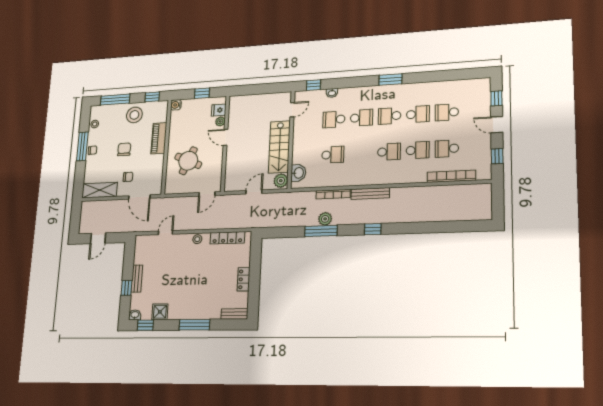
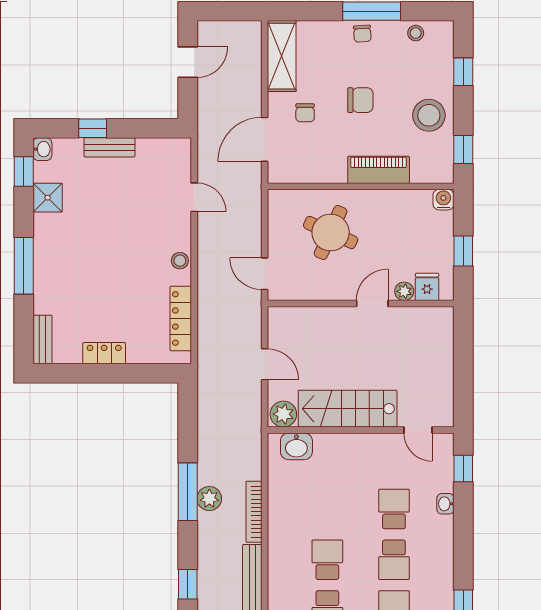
window: (115, 100) -> (463, 72), width x0.46
school desk: (333, 155) -> (327, 560), moved, turned 180
door: (98, 238) -> (188, 62), swing flipped

